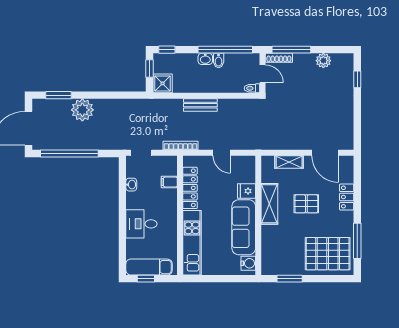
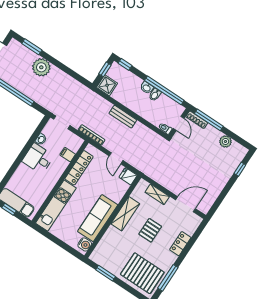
door: (325, 153) -> (185, 204), swing flipped
fridge: (247, 191) -> (128, 176), moved
pallet: (306, 204) -> (150, 230), turned 90
desk: (141, 224) -> (38, 159), moved

